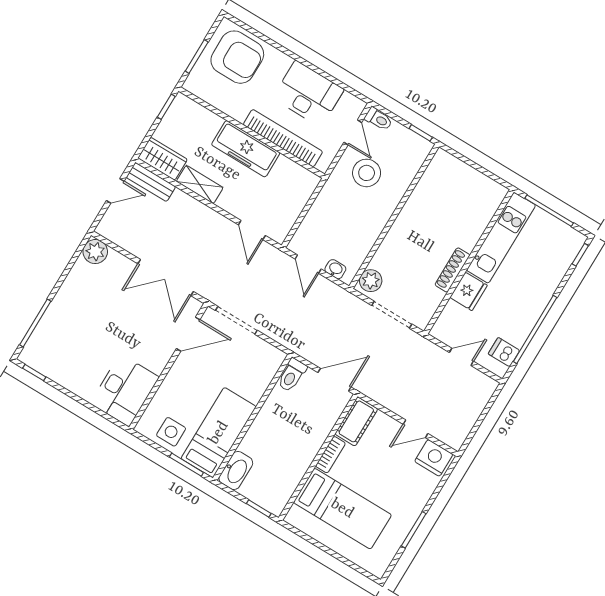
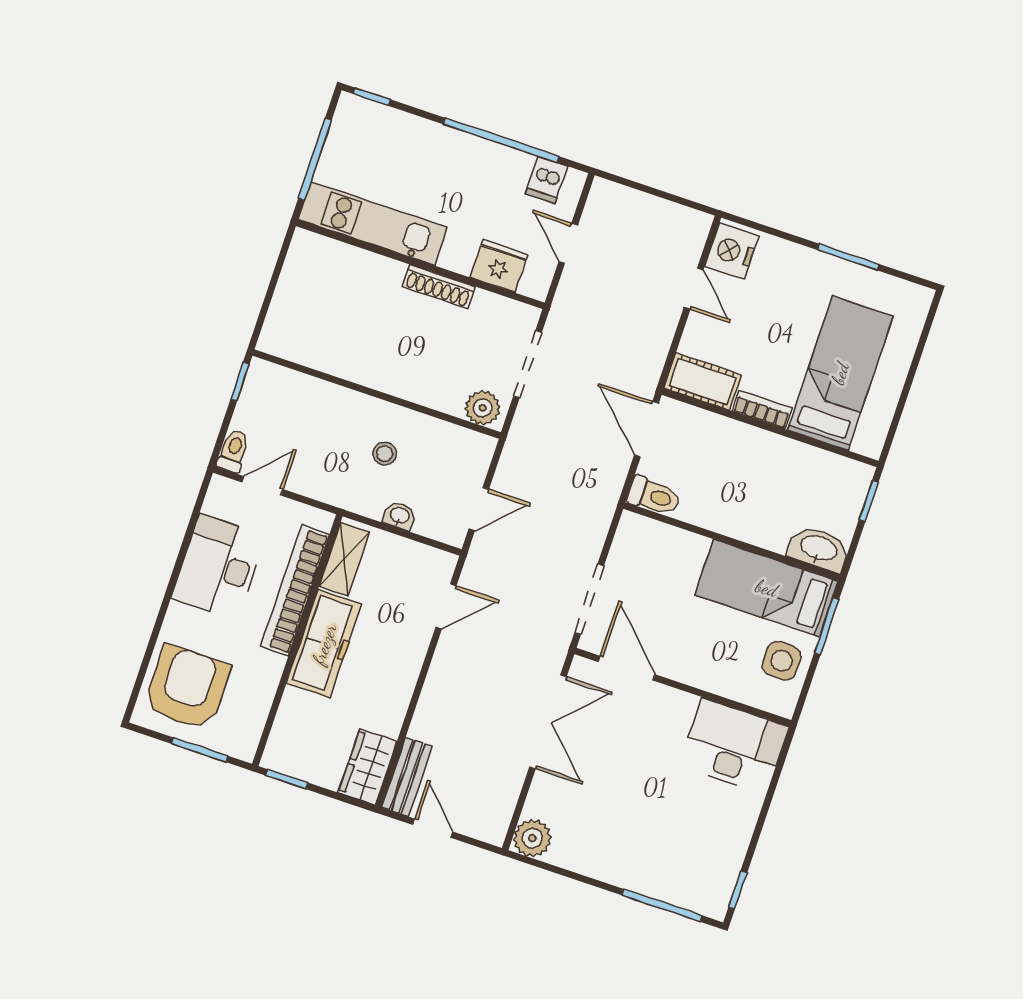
stool: (367, 173) -> (385, 454), moved, width x0.53, depth x0.53
shelving: (200, 184) -> (344, 559), moved
washbasin: (335, 269) -> (400, 516), moved, turned 90
fridge: (469, 291) -> (499, 266), moved

